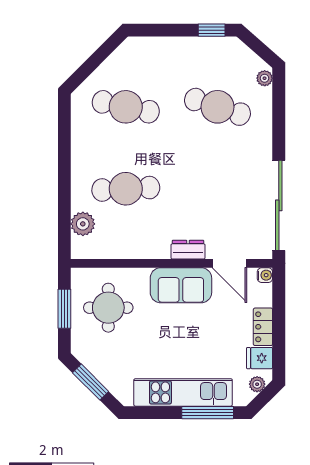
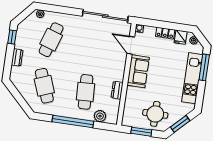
dresser: (173, 46) -> (17, 57), added
cafe table: (126, 107) -> (44, 86), turned -33
window: (64, 173) -> (73, 122), added
dresser: (188, 250) -> (117, 90), moved
door: (229, 263) -> (131, 45), swing flipped
round table: (108, 308) -> (155, 114), moved

